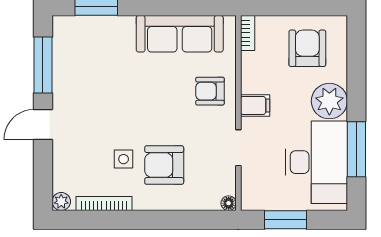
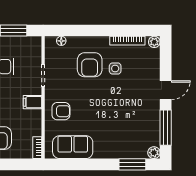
plant: (62, 25) -> (154, 153), added
sofa: (180, 34) -> (73, 147), width x0.73
armchair: (164, 165) -> (90, 65), turned 90
floor lamp: (229, 203) -> (61, 41), moved

